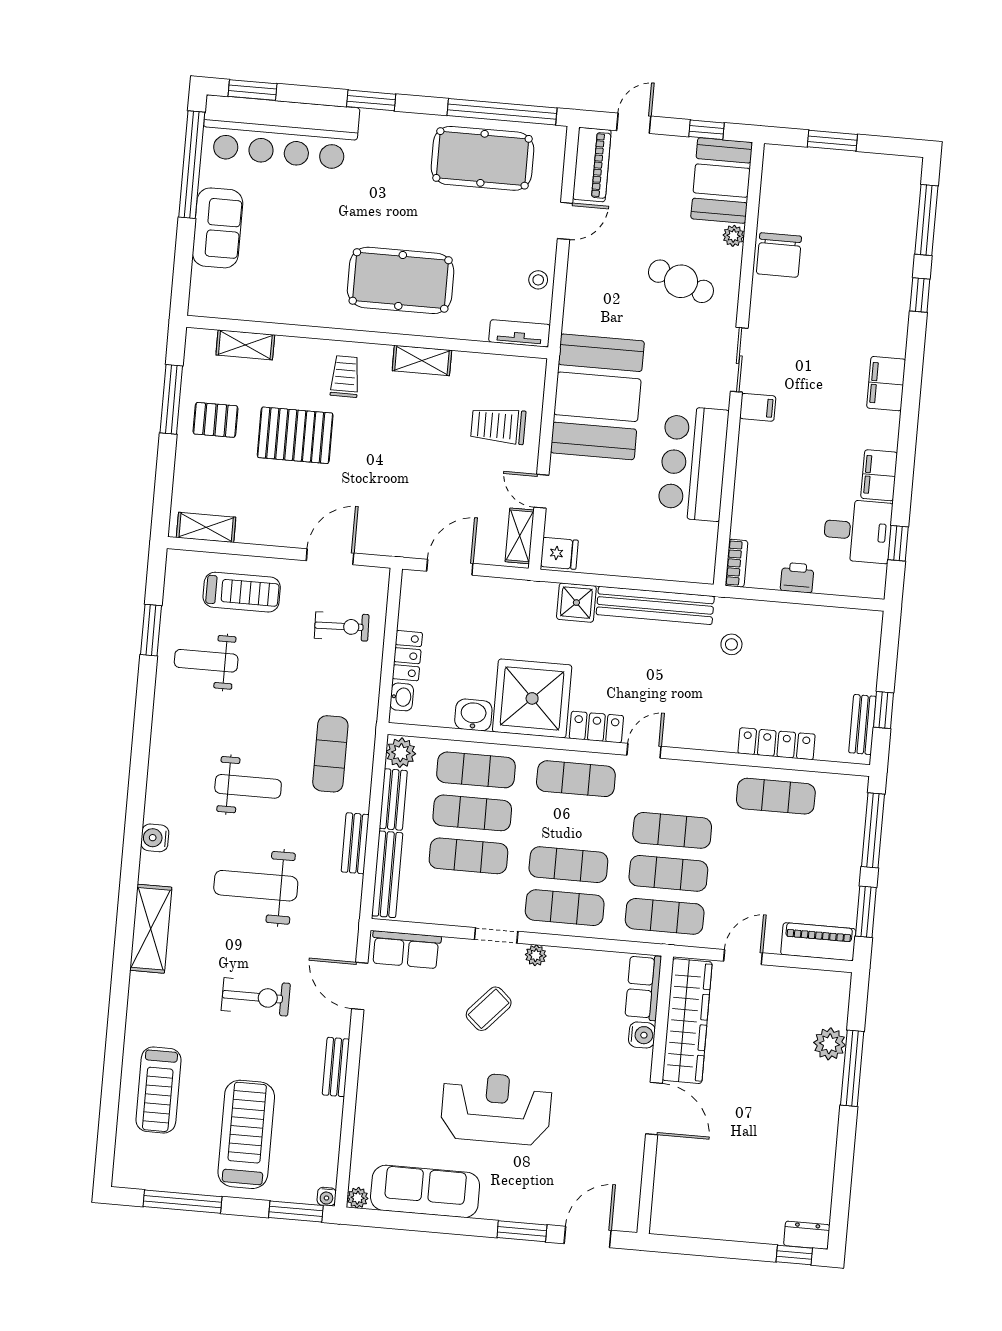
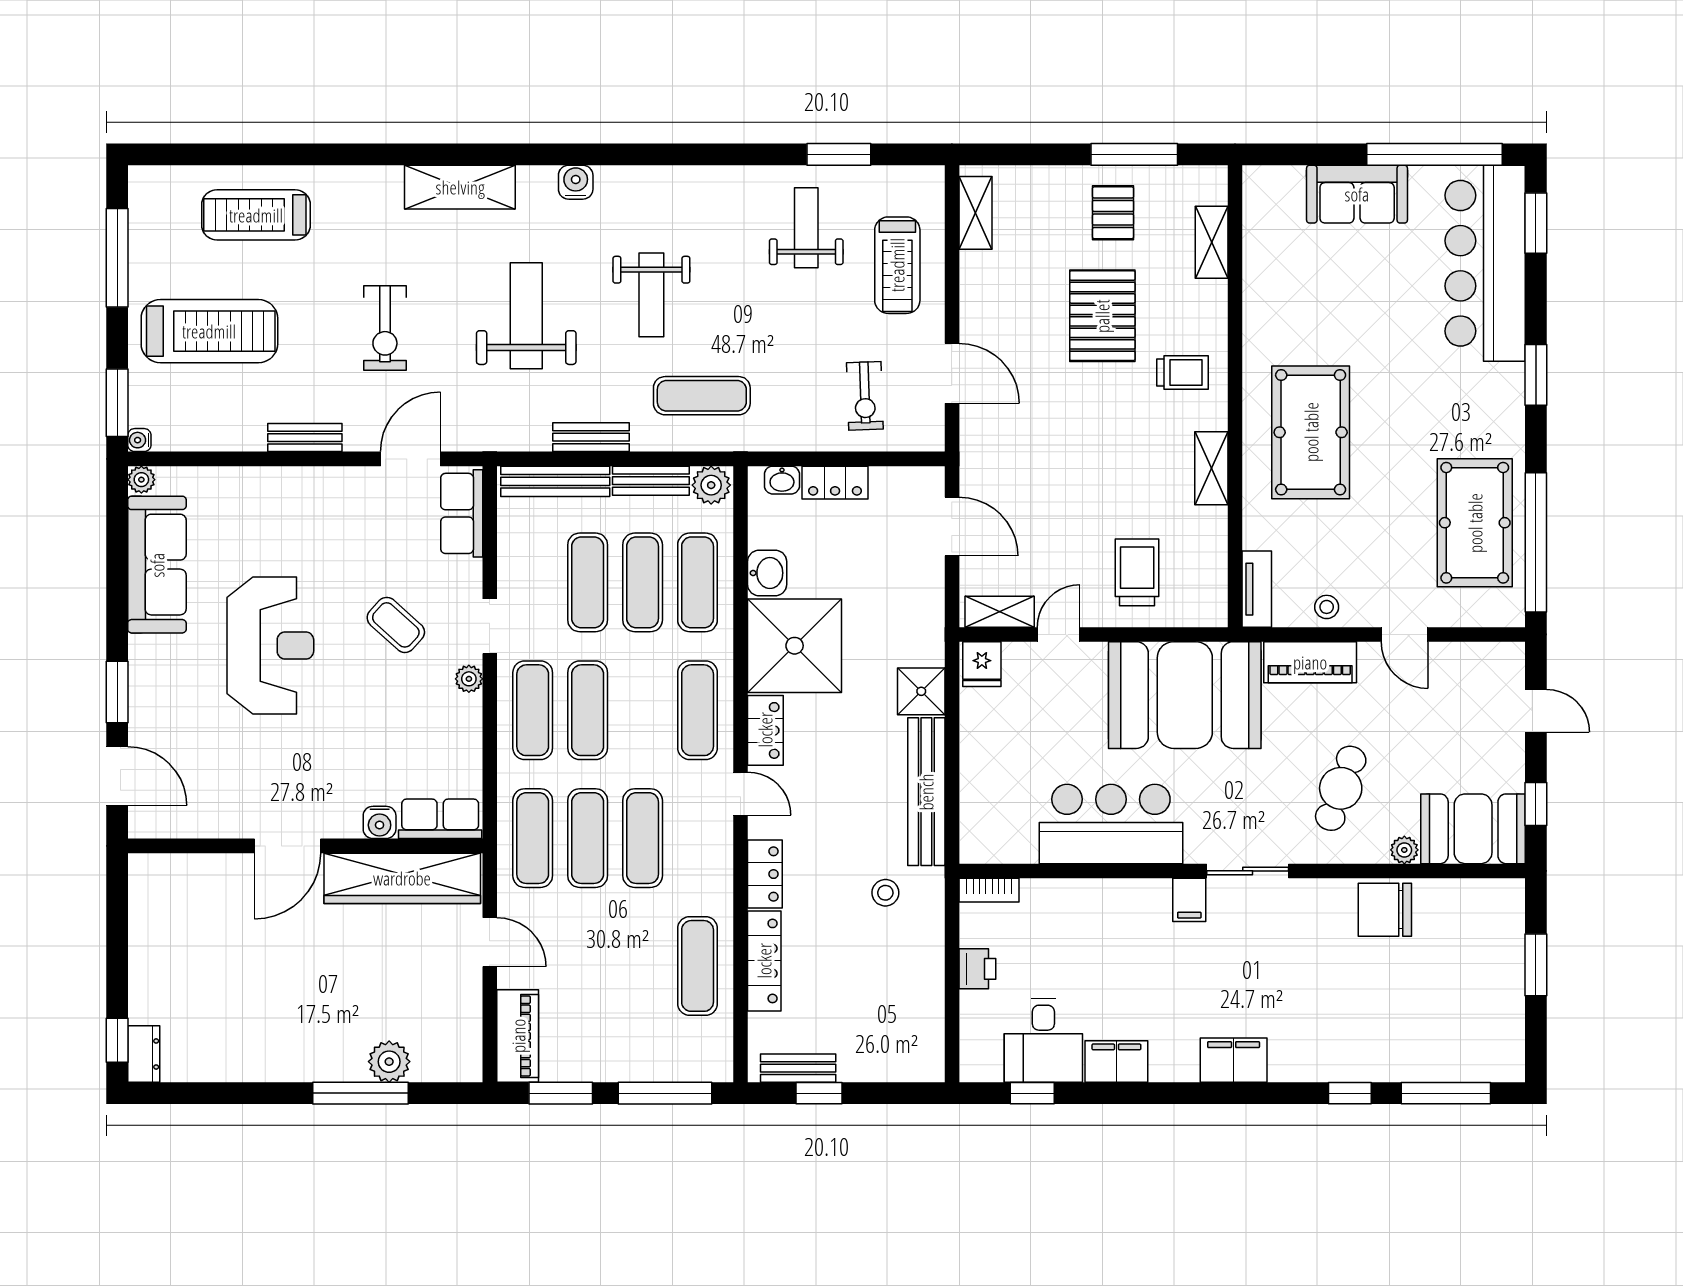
piano: (592, 165) -> (1310, 662), moved
locker: (709, 737) -> (765, 874), added

